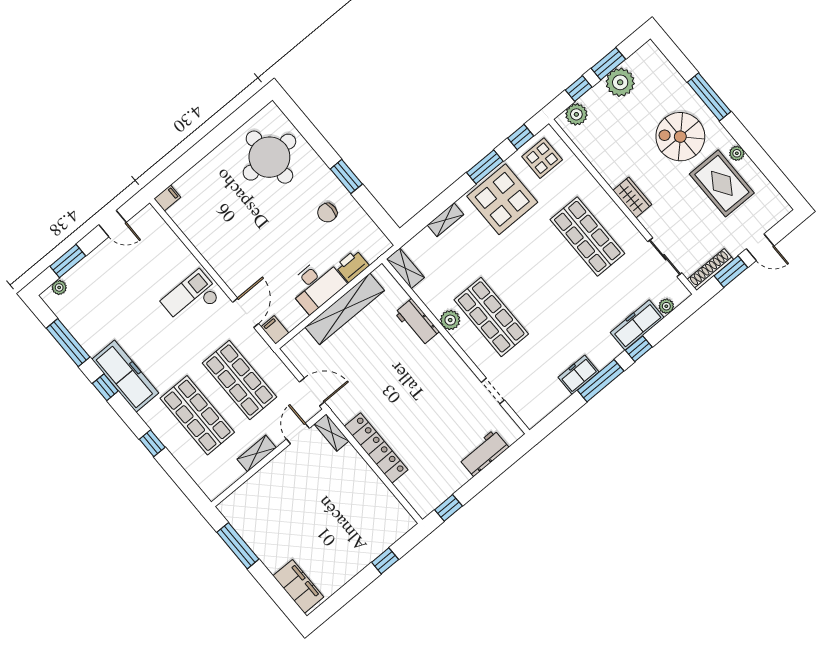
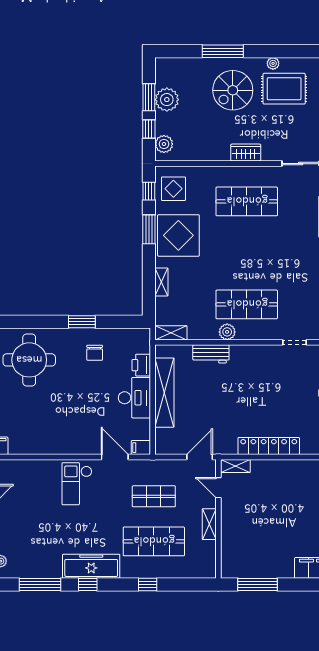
shop shelf: (239, 380) -> (154, 496), width x0.70, depth x0.74

